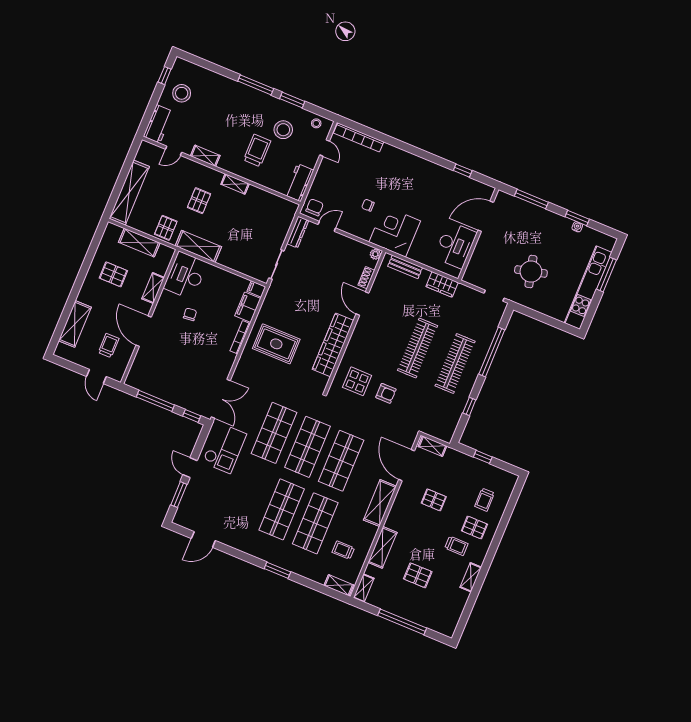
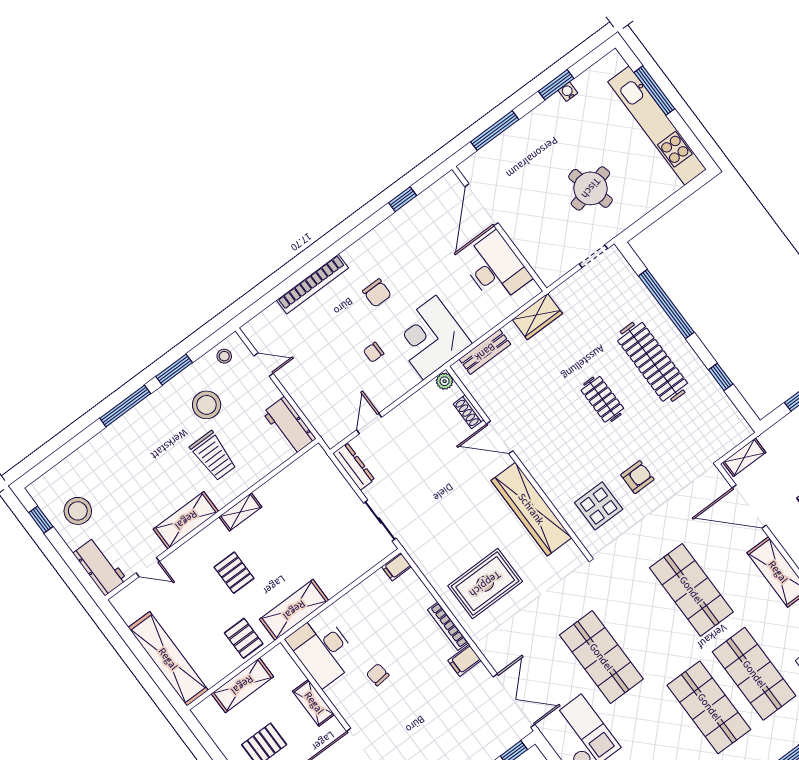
bookcase: (359, 137) -> (312, 284), moved
trolley: (257, 150) -> (213, 456), turned 180
door: (174, 151) -> (148, 567), hinge flipped
shelving: (205, 156) -> (186, 520), width x1.50, depth x1.33
chair: (315, 207) -> (377, 293), moved, turned 180
filing cabinet: (248, 307) -> (465, 660), moved, width x0.50
clothes rail: (418, 348) -> (602, 399), width x0.54, depth x0.76
shop shelf: (308, 447) -> (646, 623), removed

